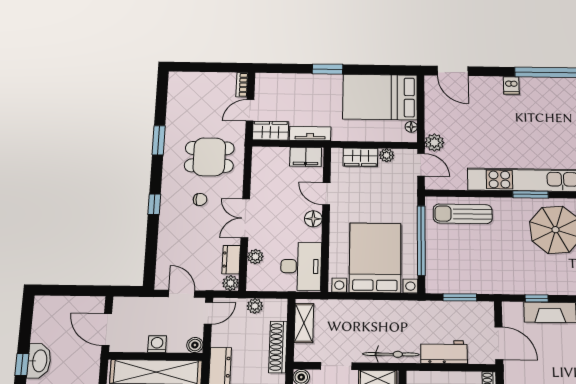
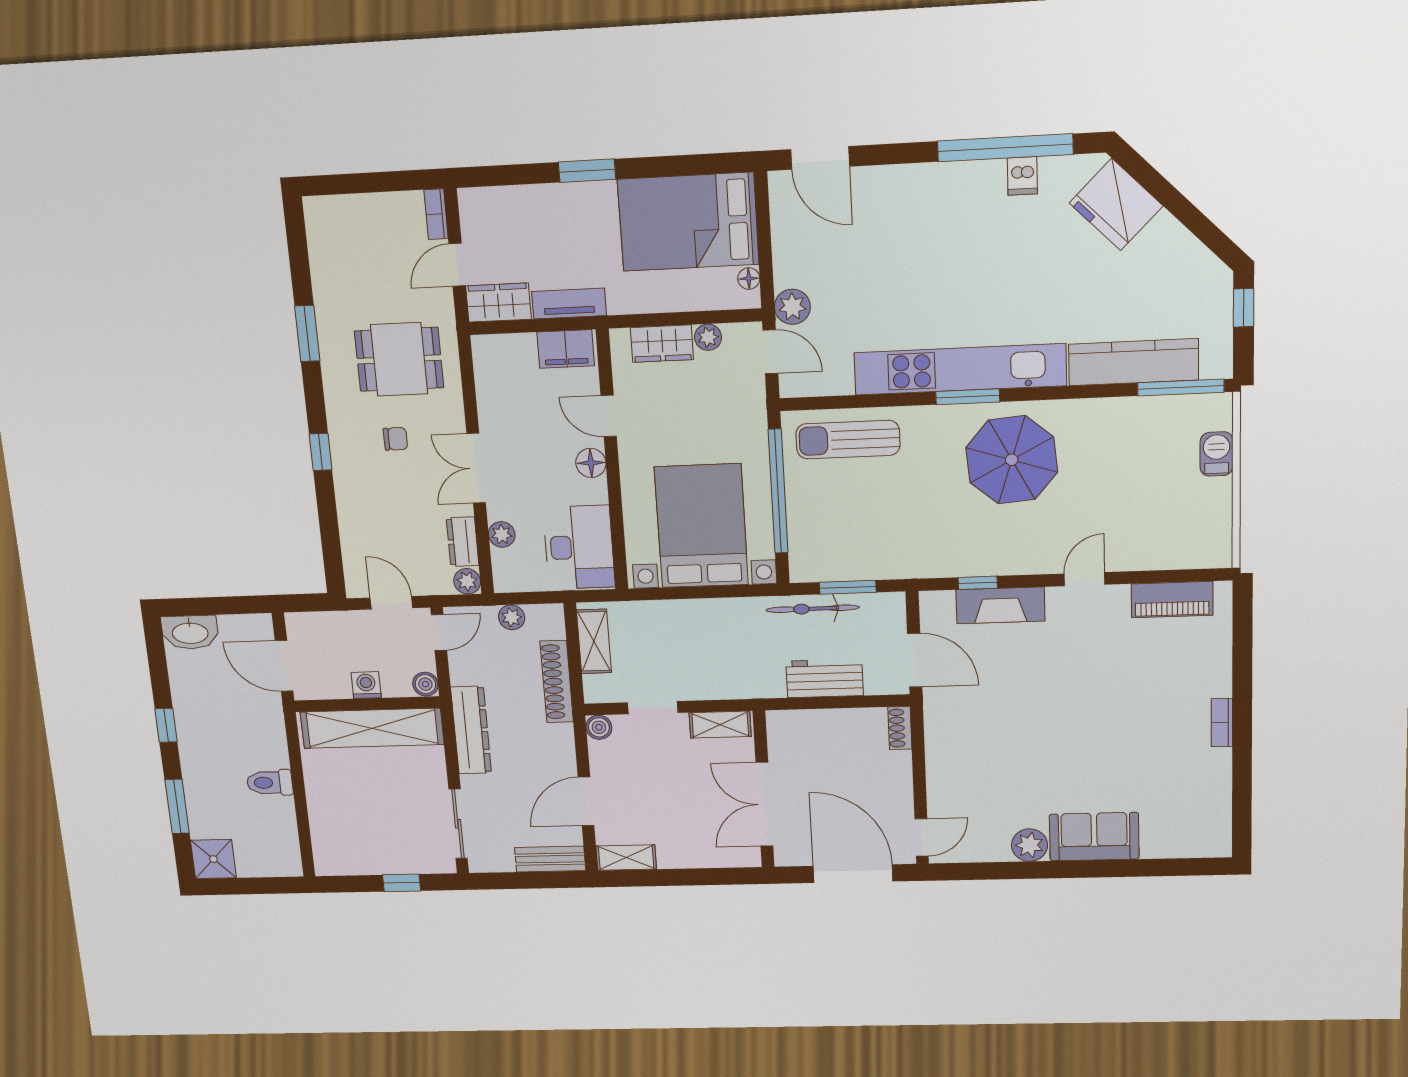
dishwasher: (511, 85) -> (1022, 176), moved
bicycle: (391, 354) -> (813, 609), moved, turned 180
washbasin: (39, 361) -> (190, 632), moved, turned 90

